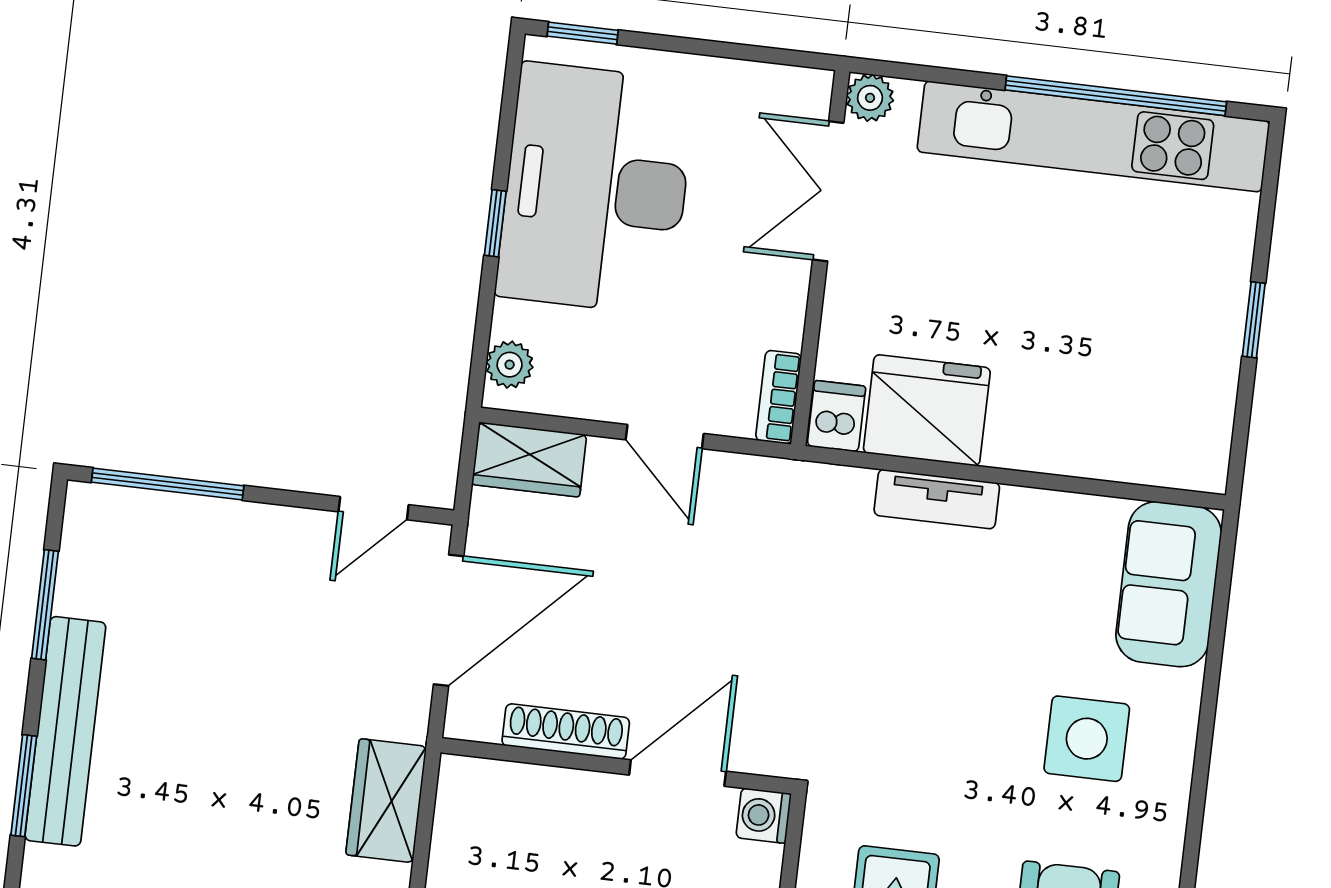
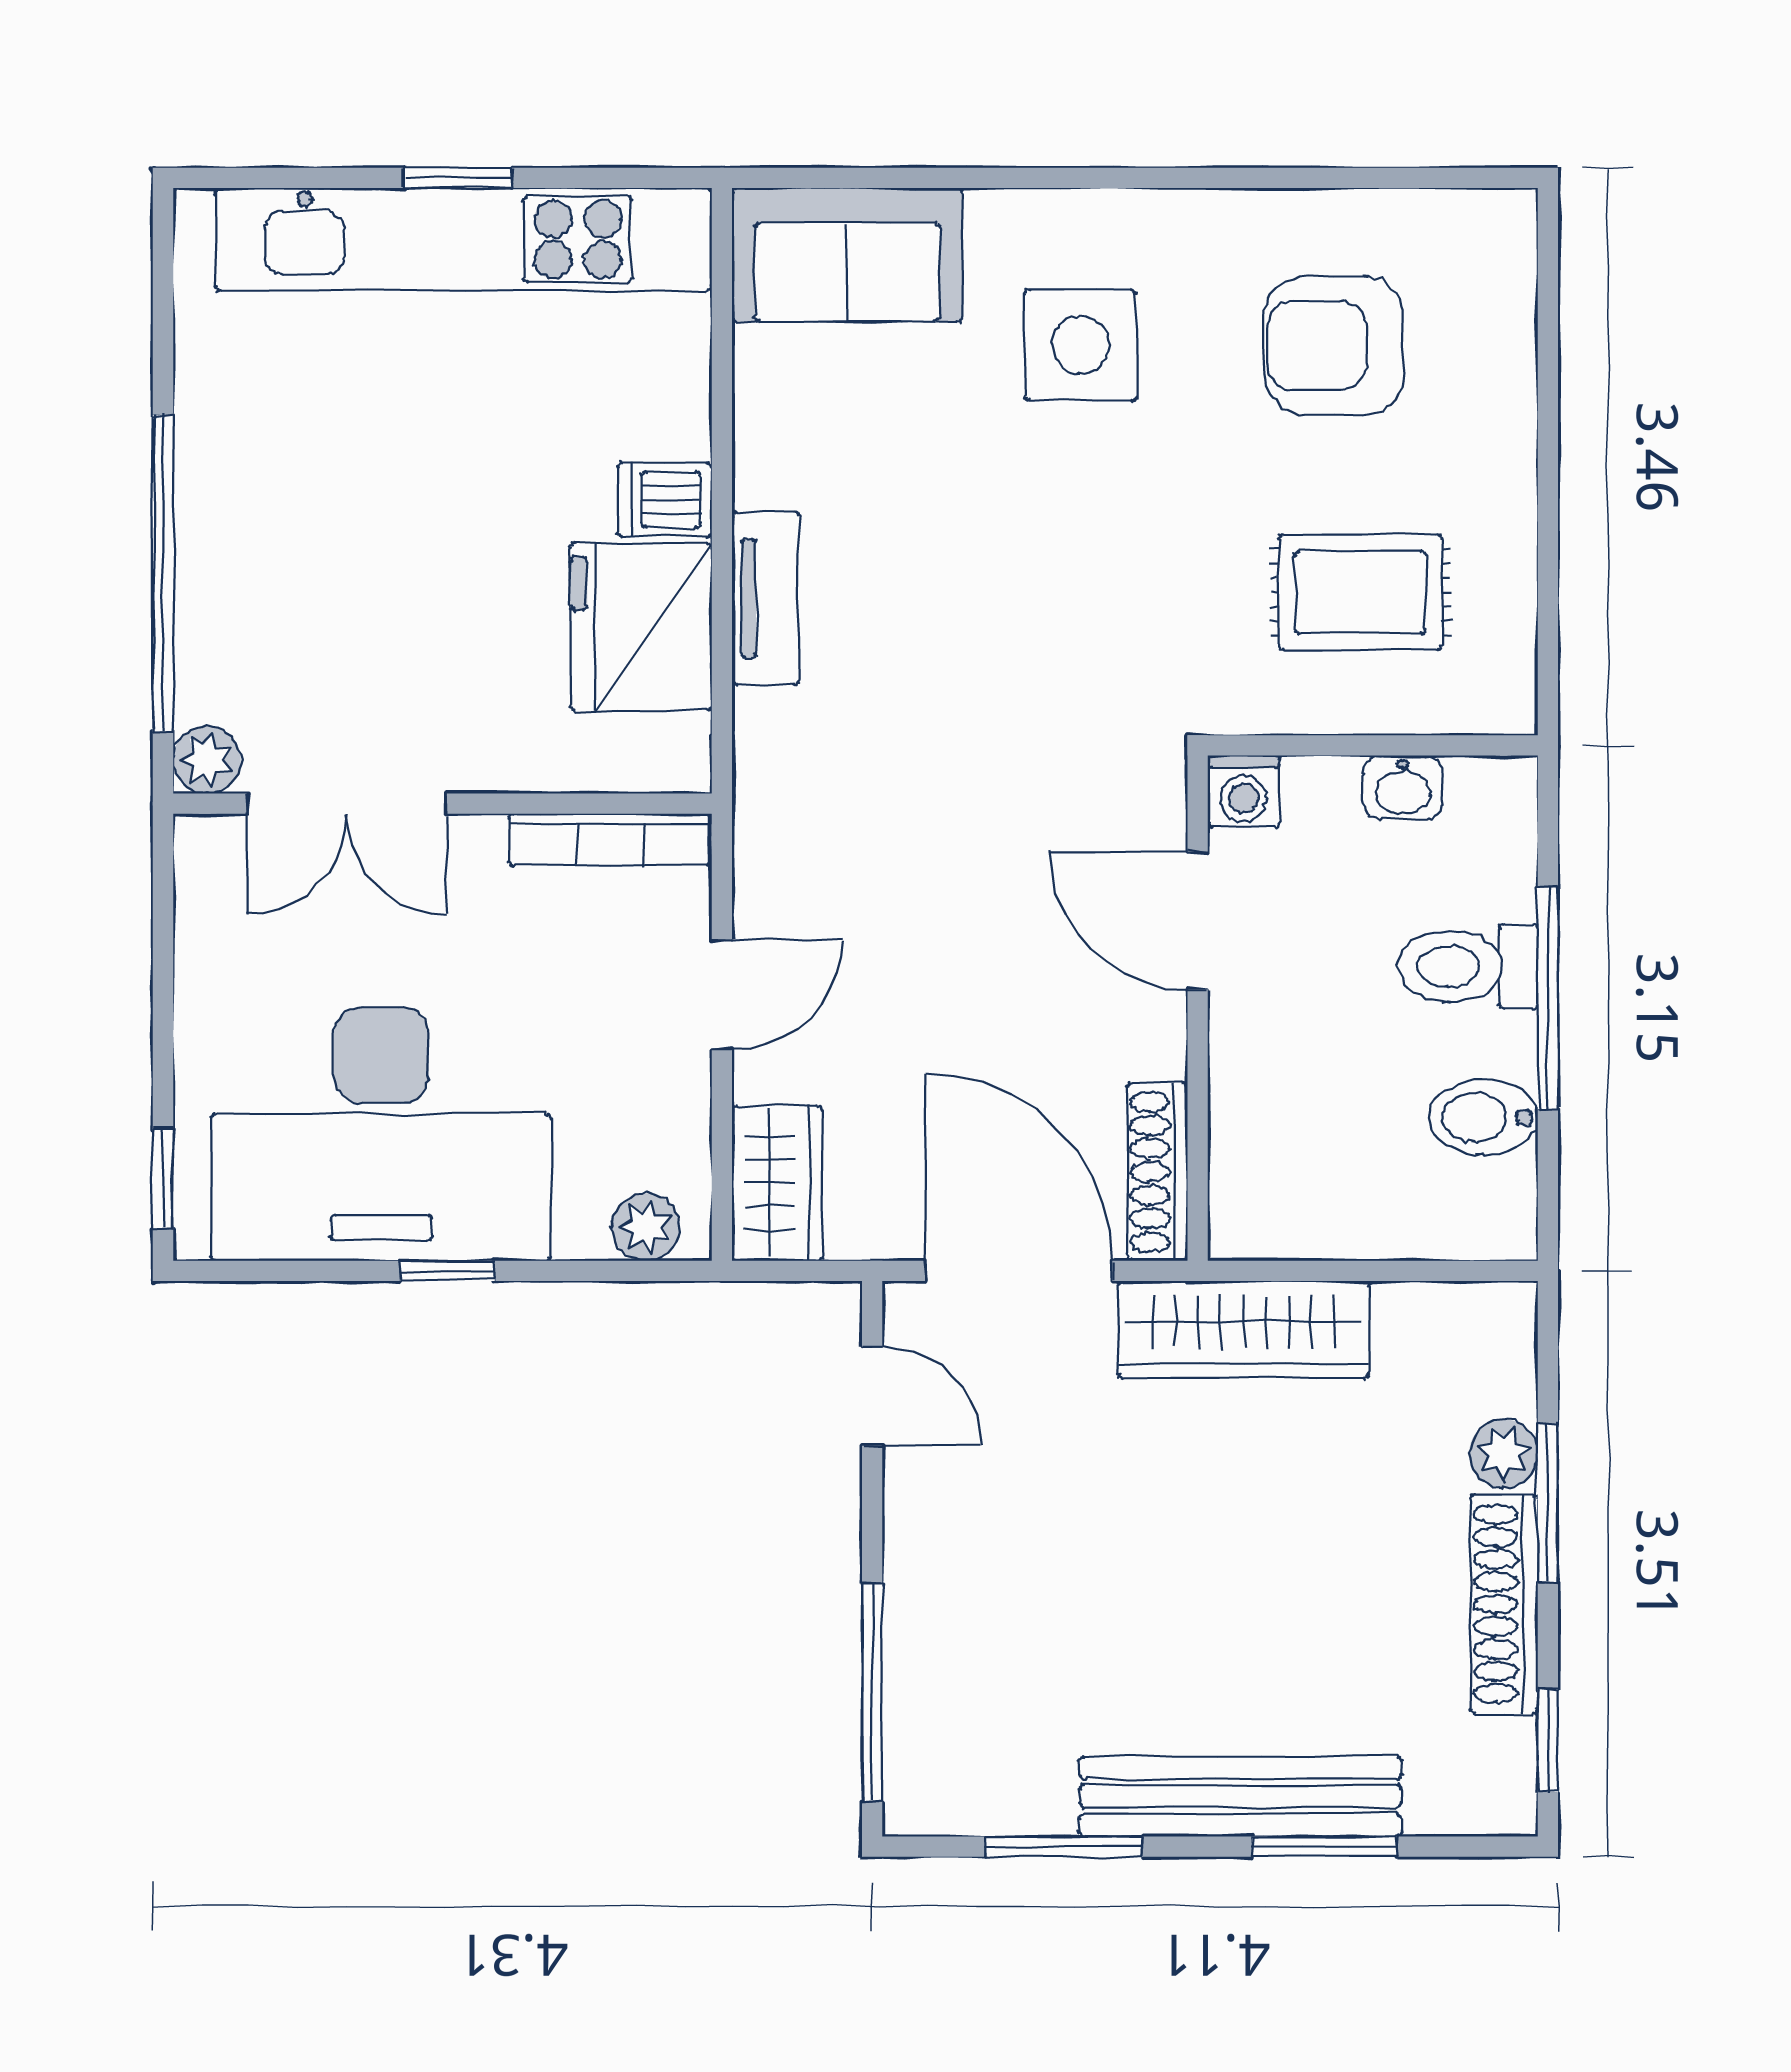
window: (1116, 96) -> (163, 573), moved
kitchen unit: (1093, 136) -> (464, 239), moved, turned 90
bookcase: (779, 397) -> (610, 840), width x1.56
dishwasher: (836, 416) -> (664, 500), moved
shoe rack: (566, 732) -> (1157, 1172), moved
wardrobe: (386, 801) -> (1243, 1329), width x1.50

